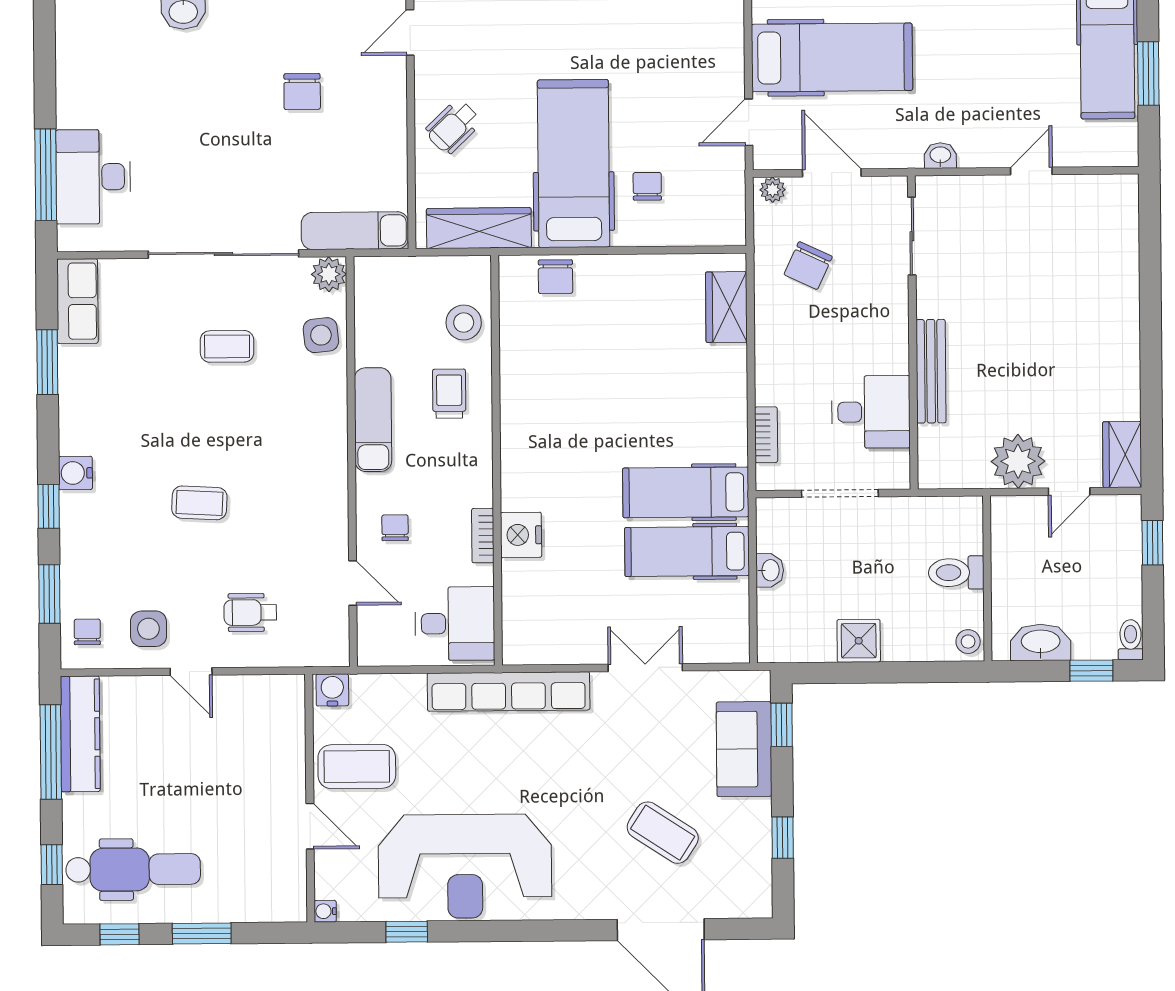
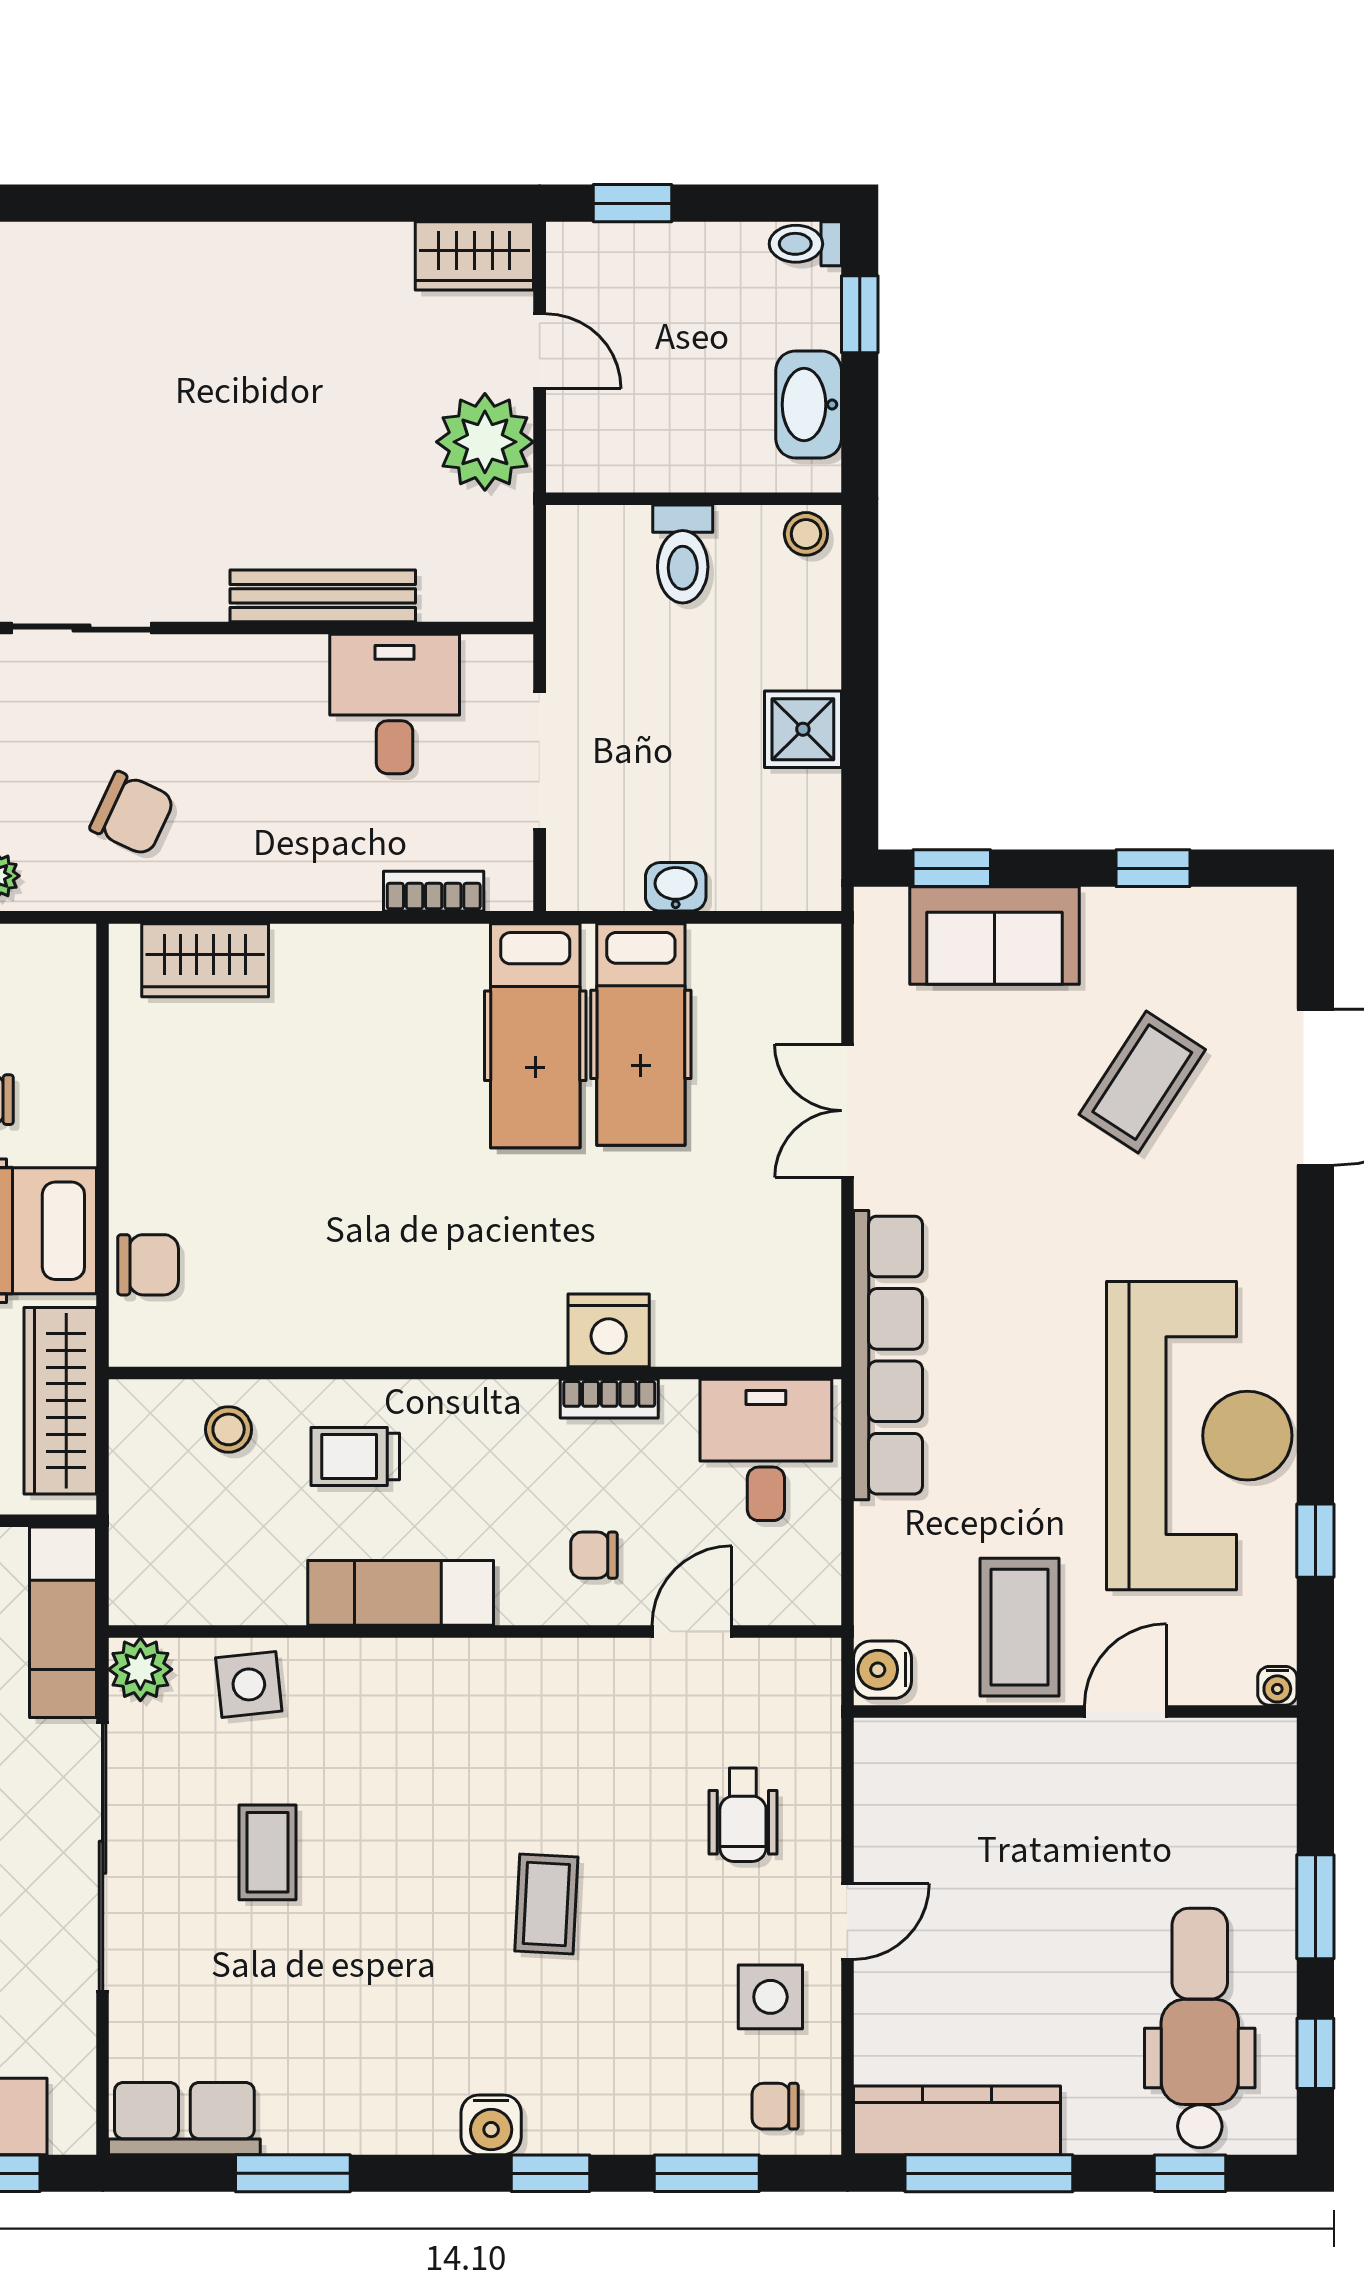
stool: (464, 322) -> (229, 1429), width x0.73, depth x0.73

